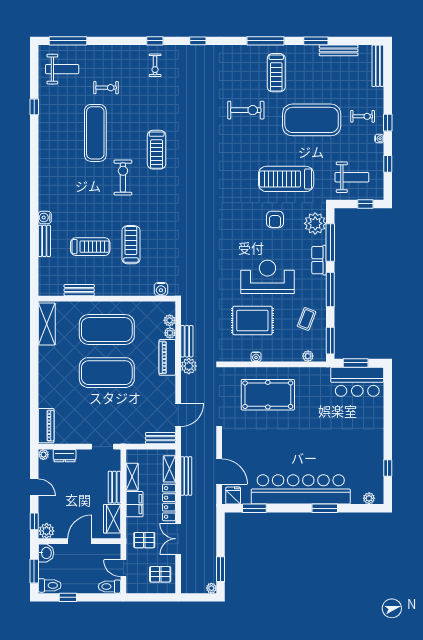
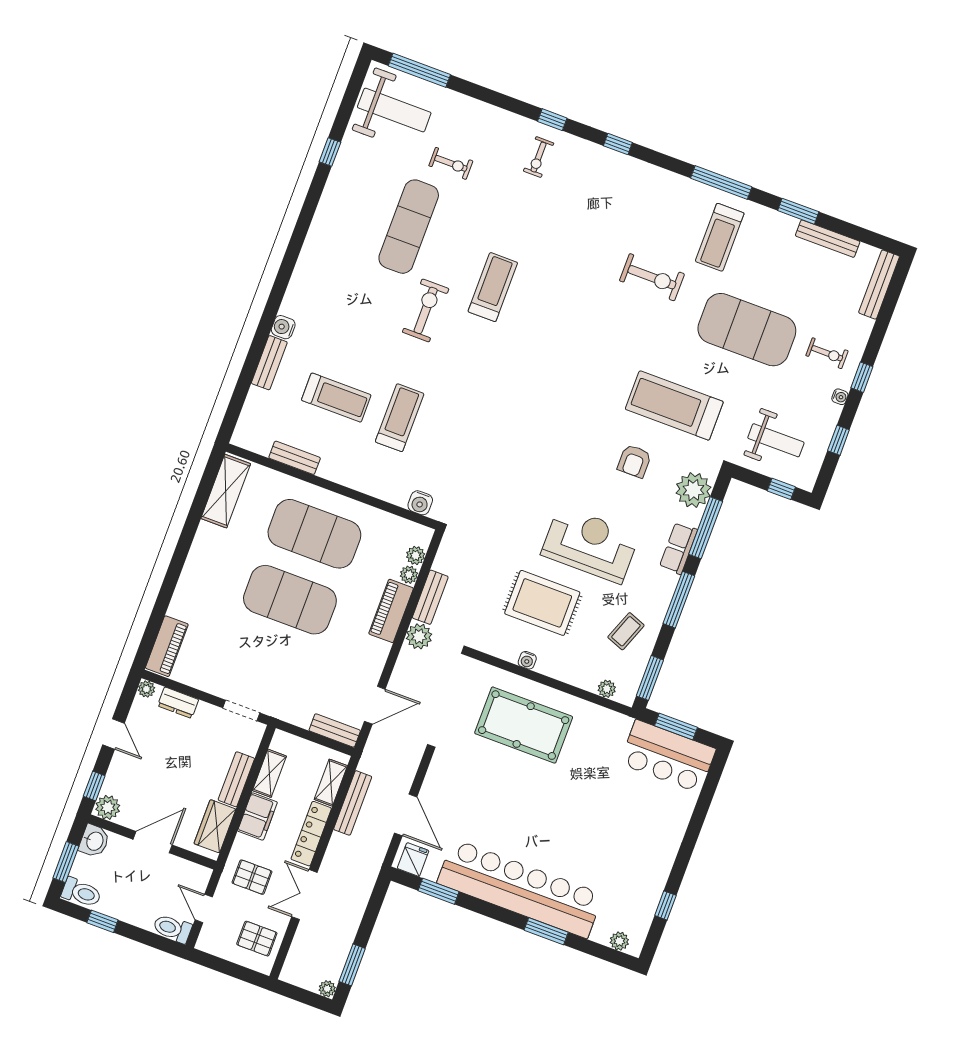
weight bench: (62, 69) -> (394, 110), width x1.36, depth x1.33
treadmill: (157, 150) -> (493, 287), turned 180

